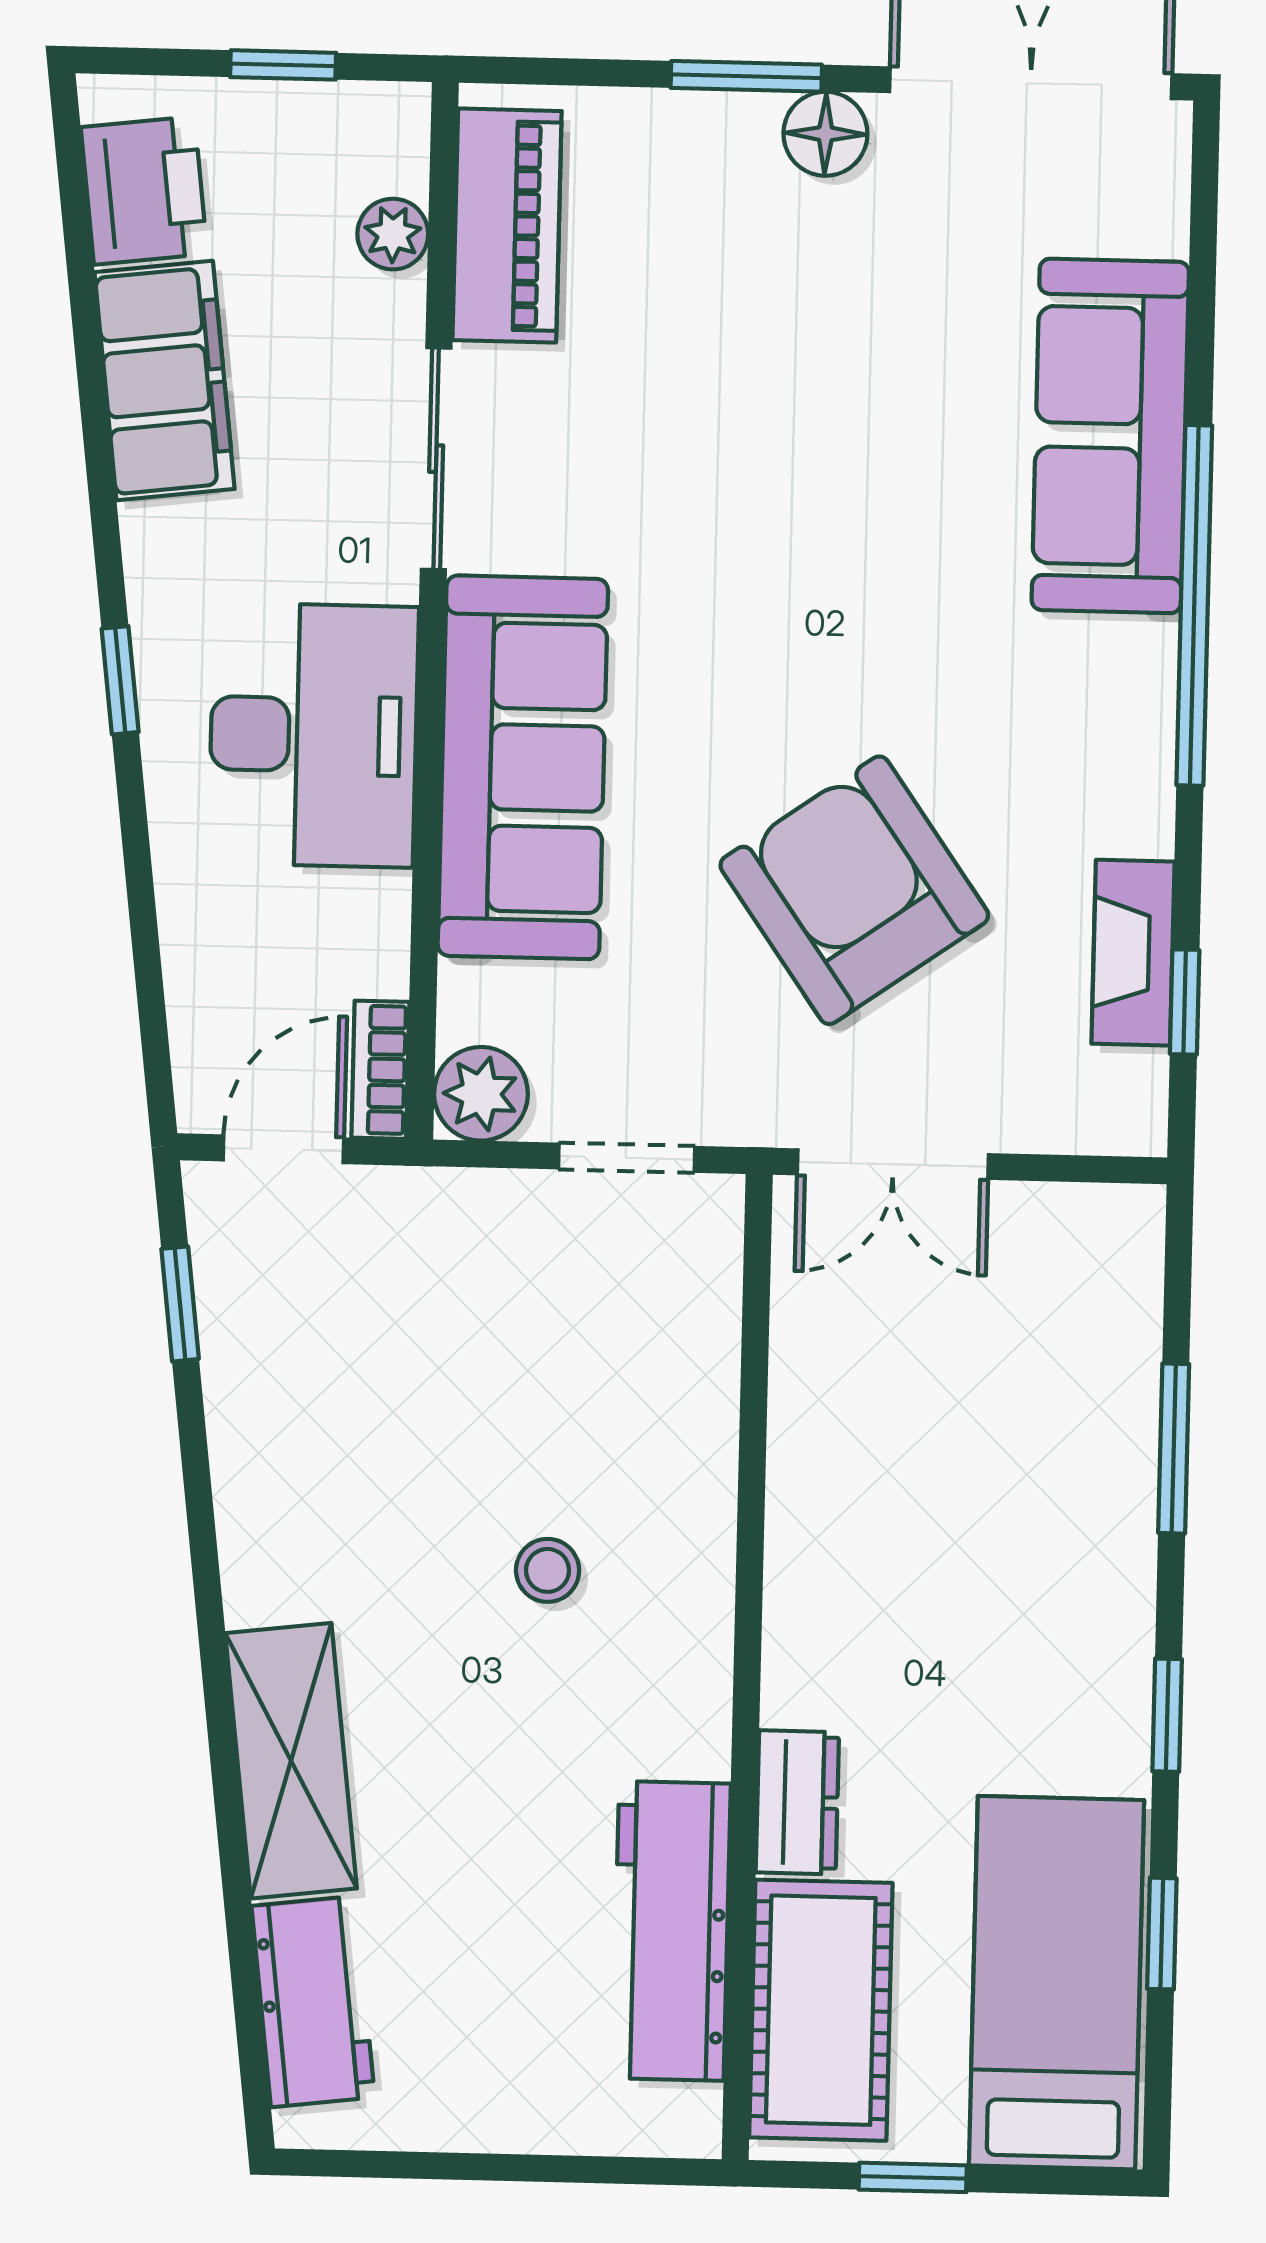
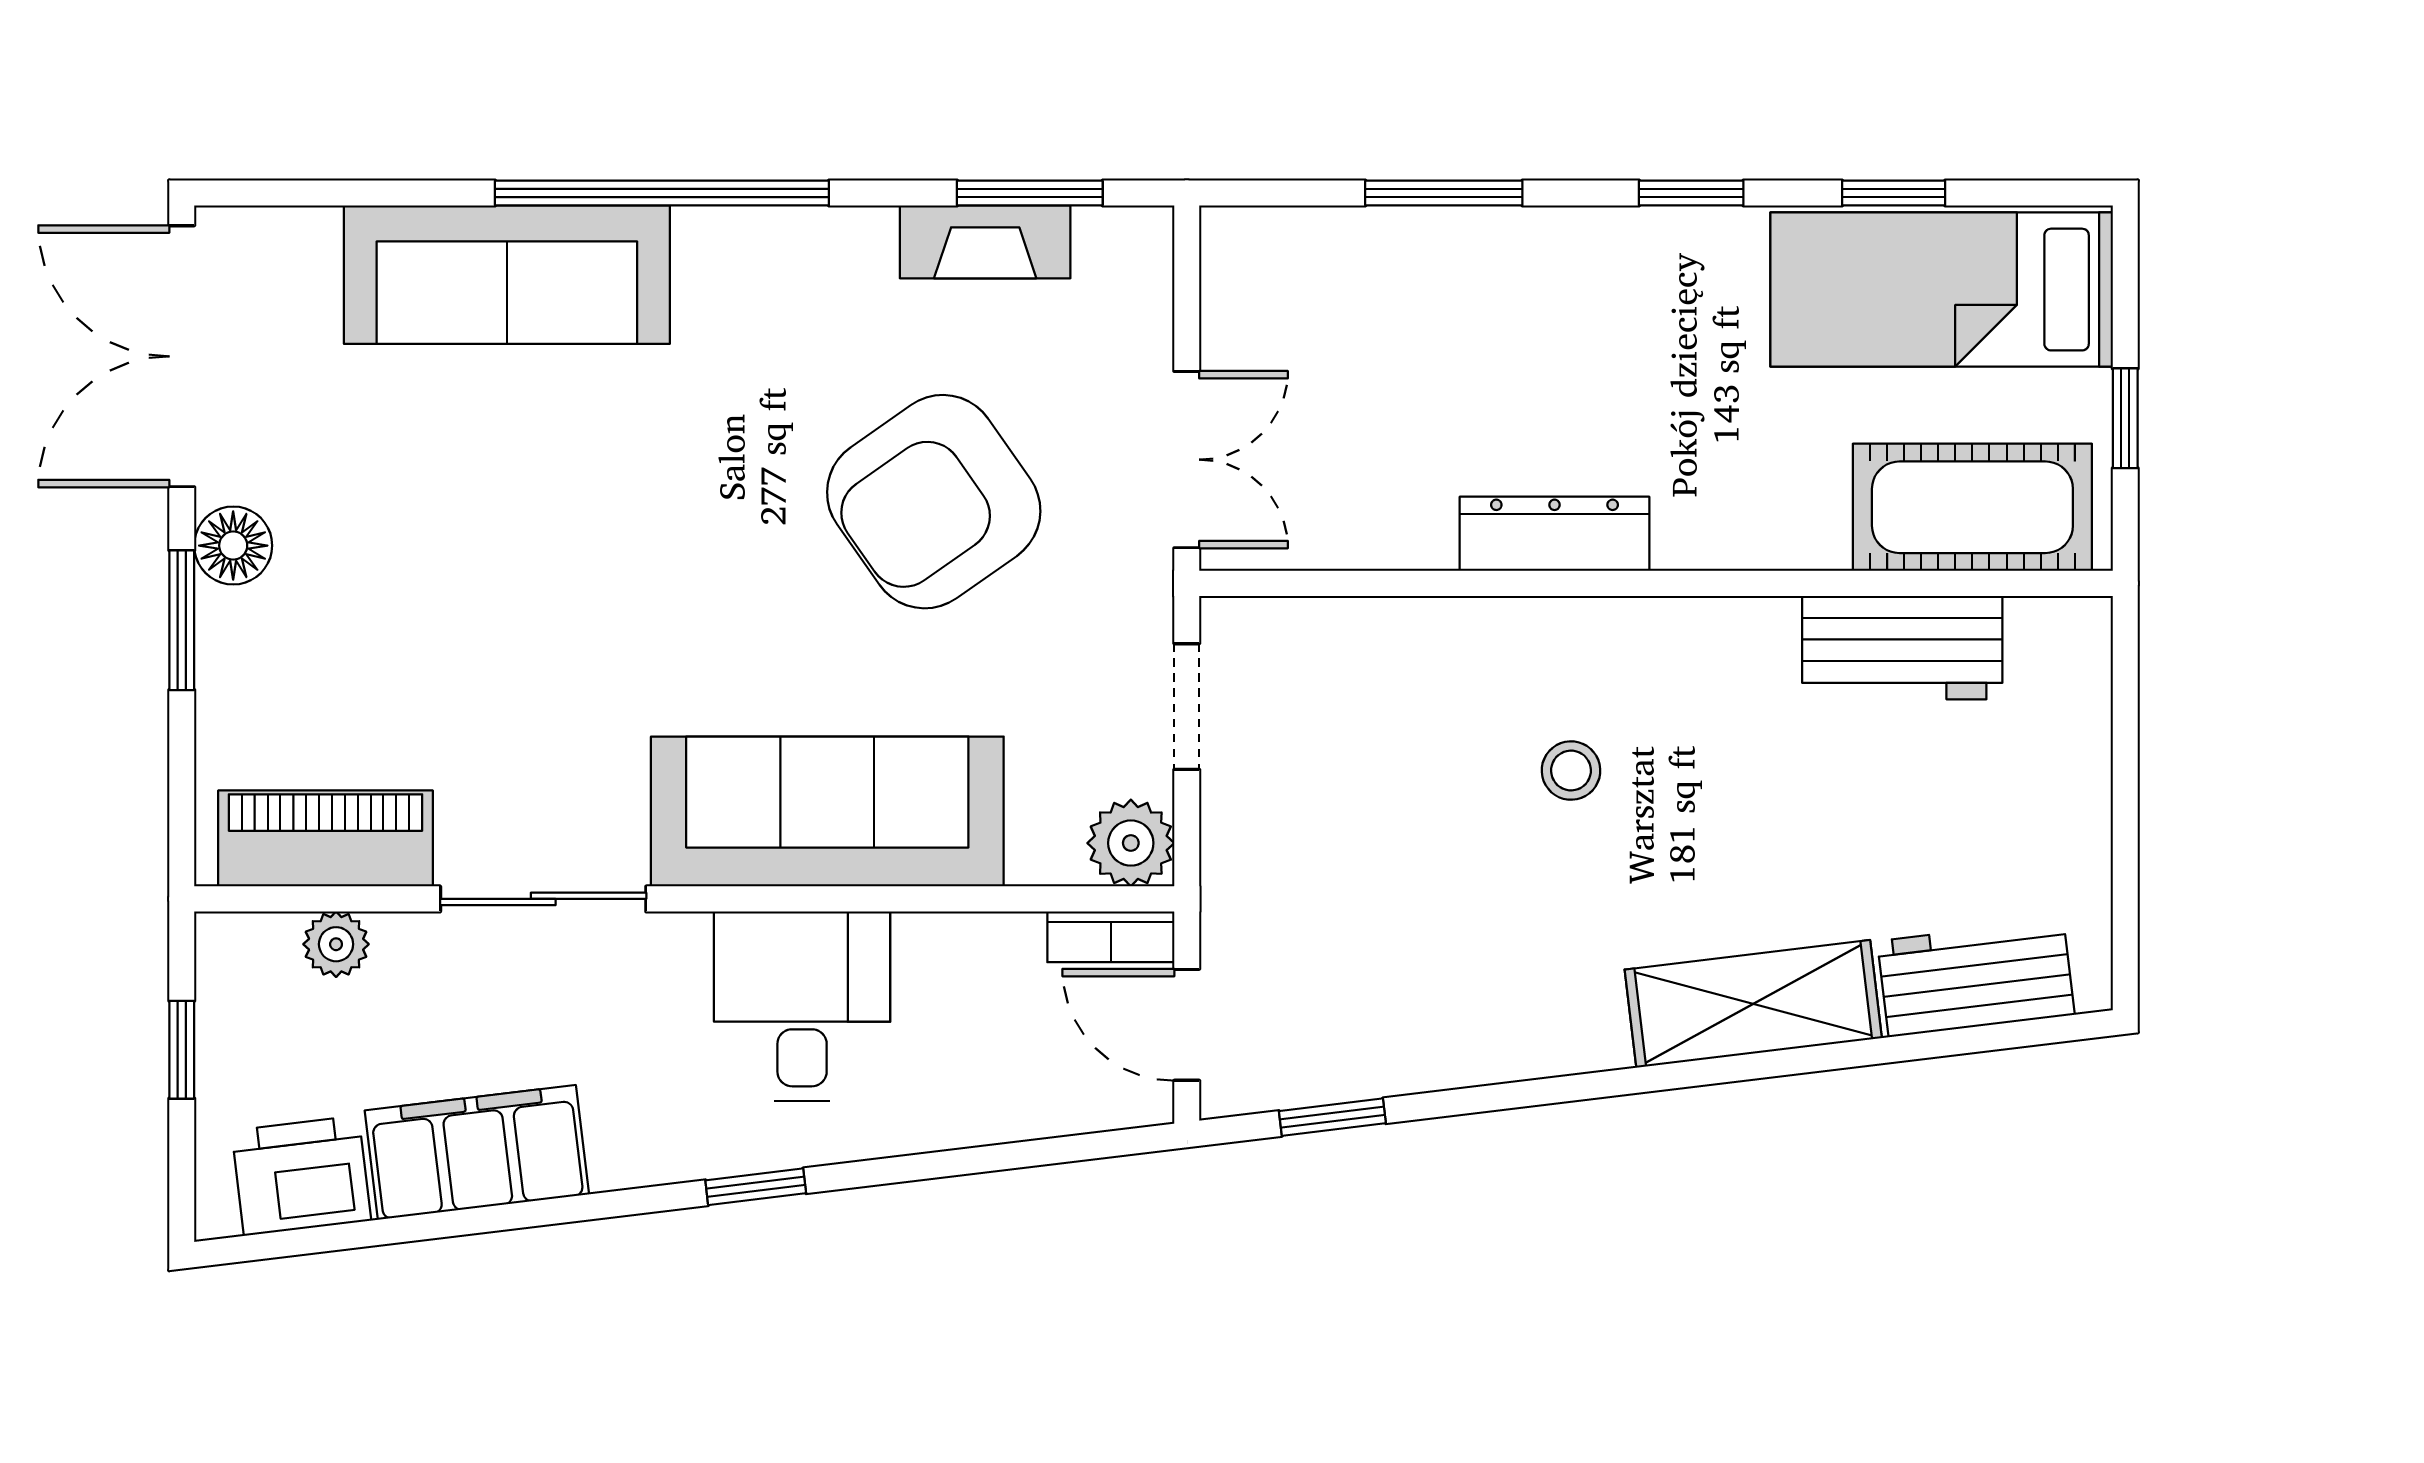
desk: (313, 735) -> (802, 1006), width x0.73
window: (1185, 1002) -> (1030, 193), width x1.50
dresser: (797, 1802) -> (1554, 534), moved, width x1.44
workbench: (671, 1931) -> (1902, 648), width x0.73

